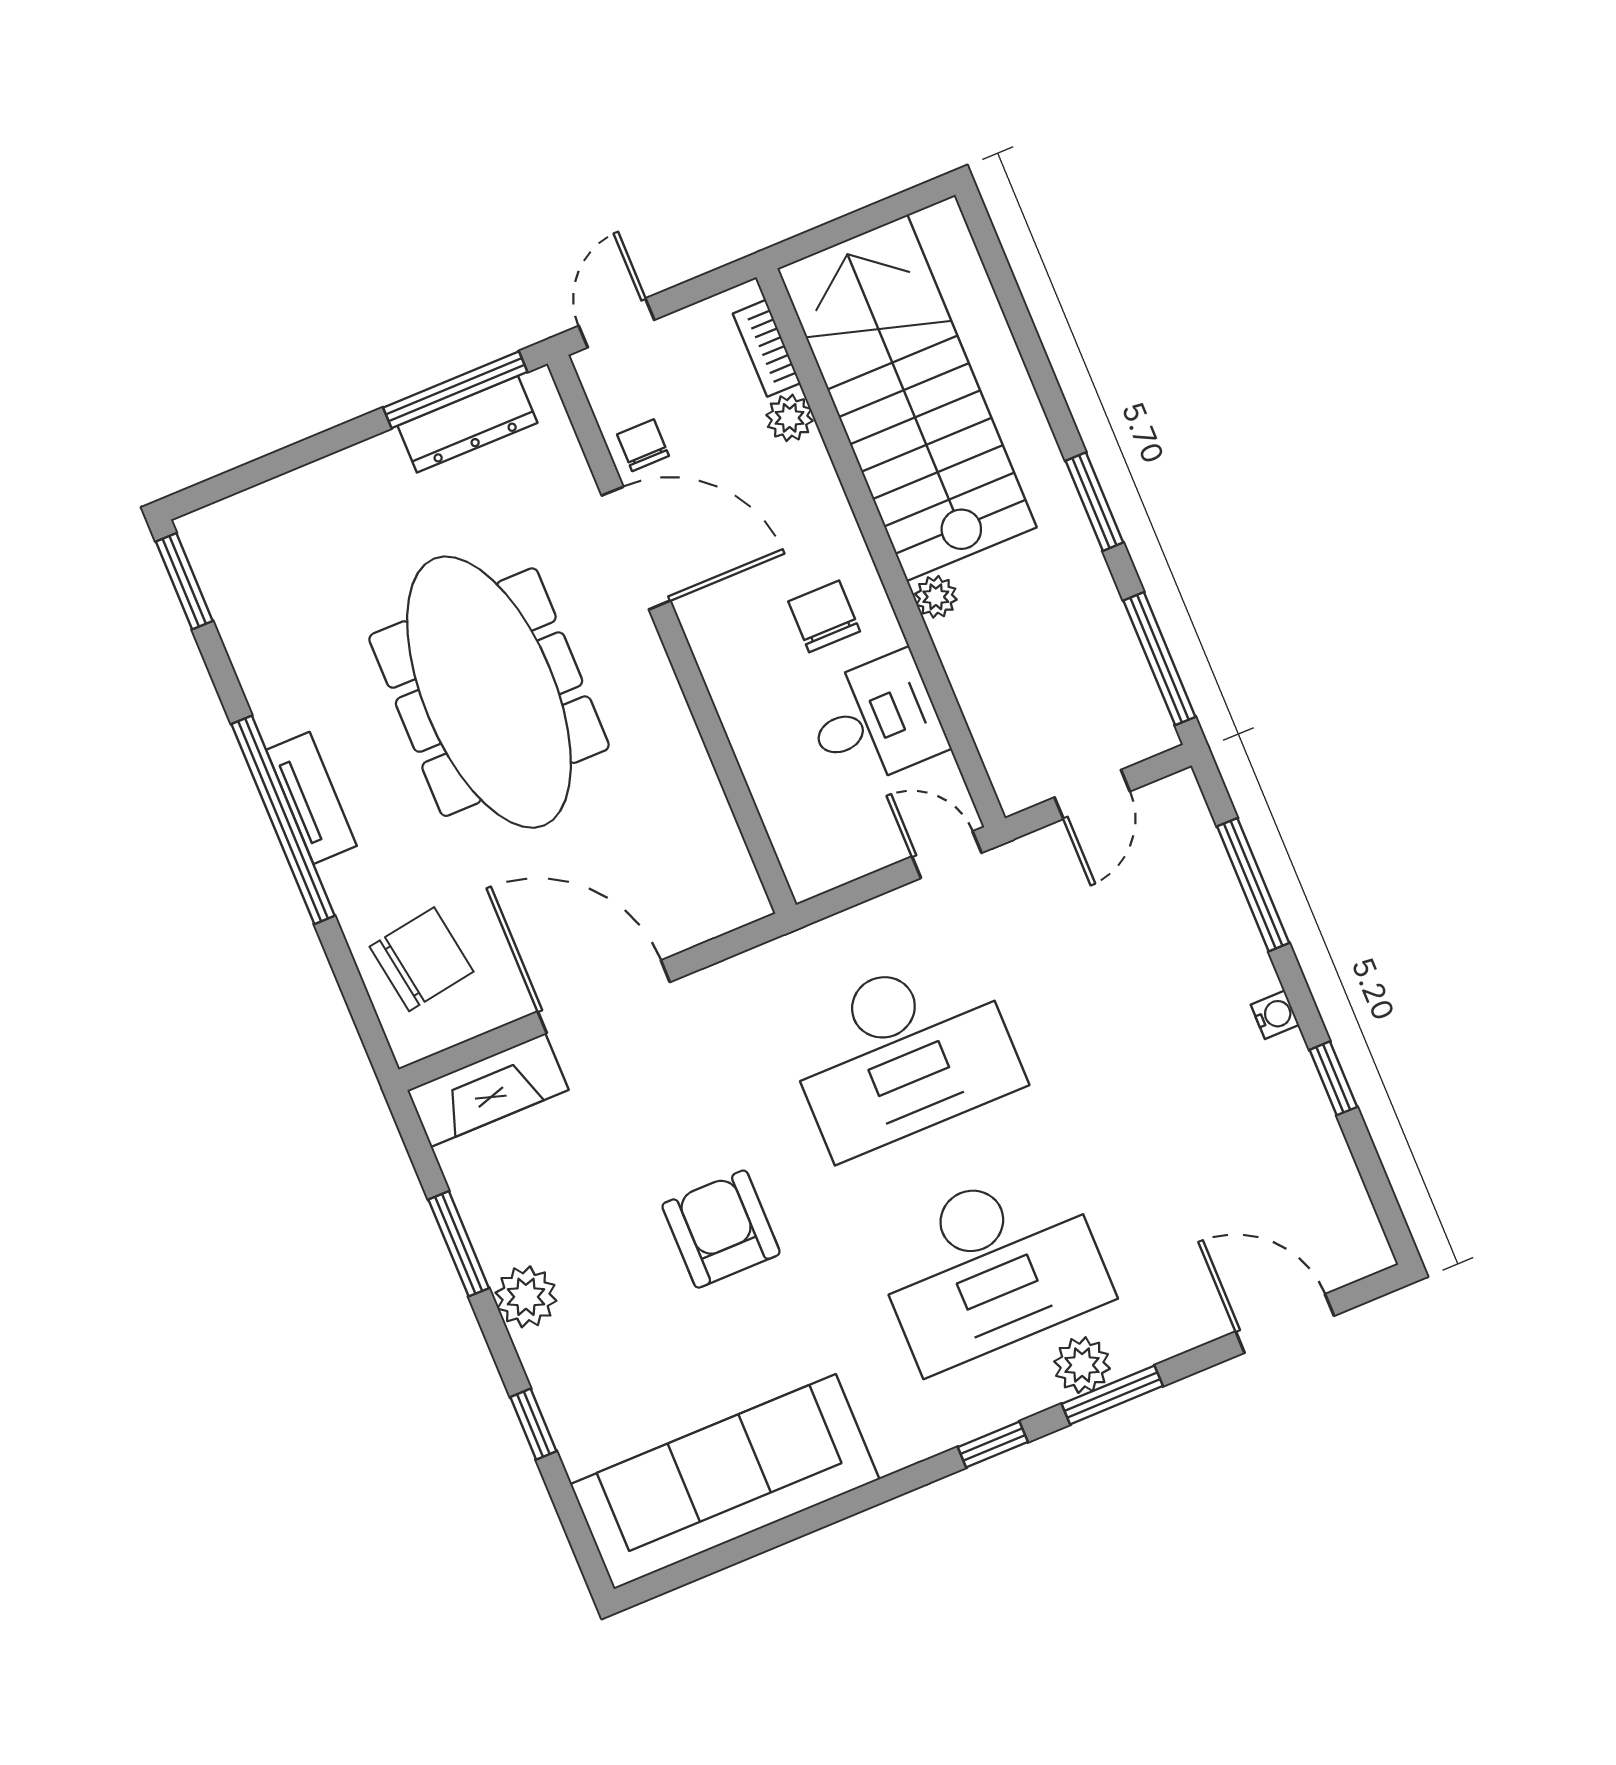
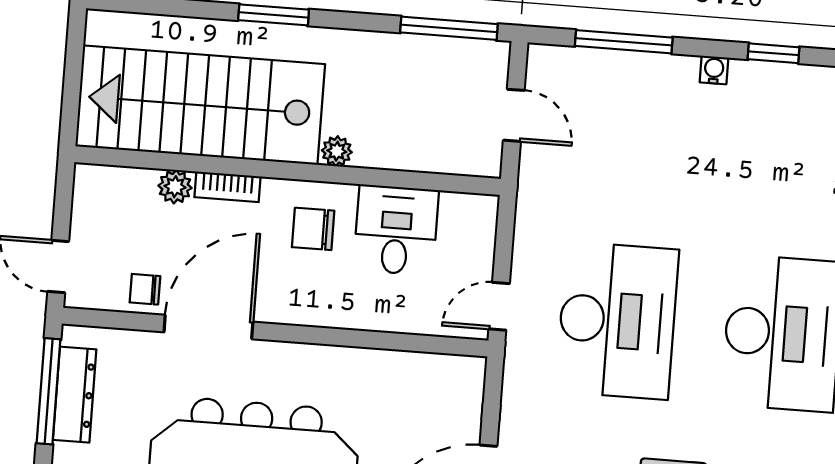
bookcase: (767, 348) -> (227, 187), moved
window: (1094, 502) -> (274, 15), moved
door: (947, 855) -> (499, 306), moved

